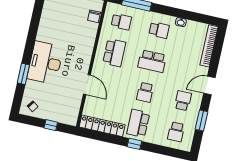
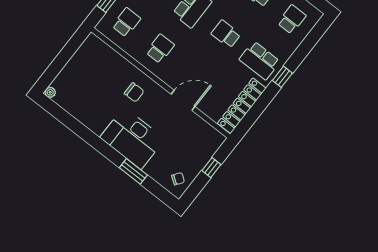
chair: (94, 16) -> (134, 92), moved
school desk: (114, 53) -> (160, 49), width x0.54
school desk: (145, 92) -> (226, 34), turned 180
school desk: (176, 132) -> (292, 19), turned -90

